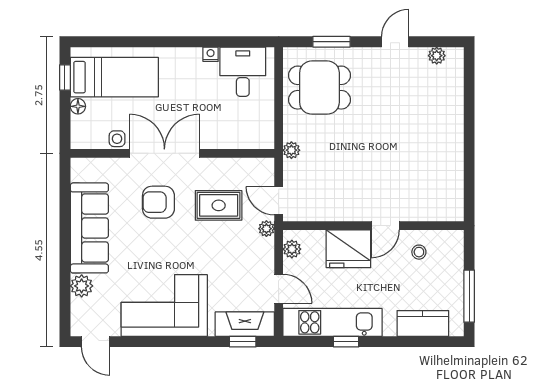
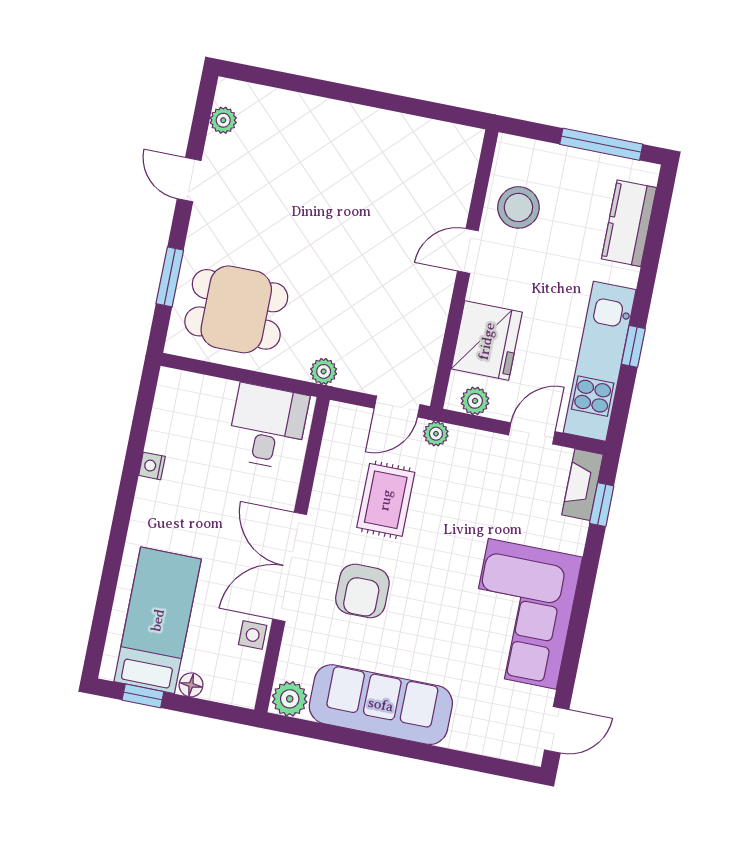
desk: (243, 72) -> (268, 427), moved, turned 90
dining table: (319, 88) -> (236, 309), turned 90
door: (385, 226) -> (468, 251), swing flipped
fridge: (348, 249) -> (487, 341), moved
stool: (419, 252) -> (518, 207), width x1.89, depth x1.89
plant: (82, 286) -> (290, 699), moved
fireplace: (245, 324) -> (582, 485), width x0.73, depth x0.76

